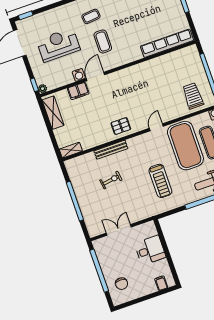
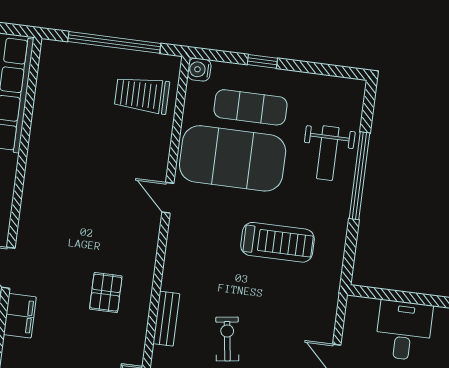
pallet: (121, 126) -> (106, 293), moved
bench: (111, 150) -> (166, 319), width x0.73

